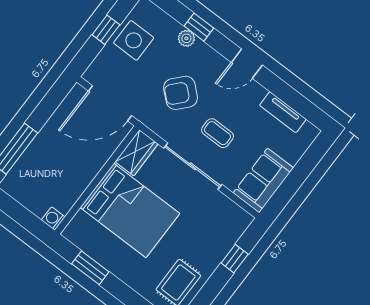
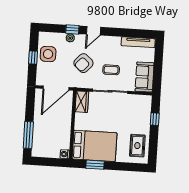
door: (247, 64) -> (93, 31), moved
tv unit: (283, 112) -> (138, 42), width x1.41
bed: (130, 210) -> (95, 146), moved

